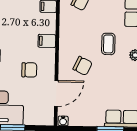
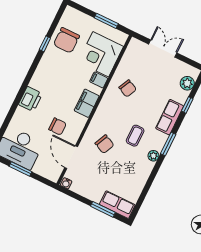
filing cabinet: (47, 41) -> (87, 103), width x2.00
door: (56, 93) -> (71, 157), swing flipped

